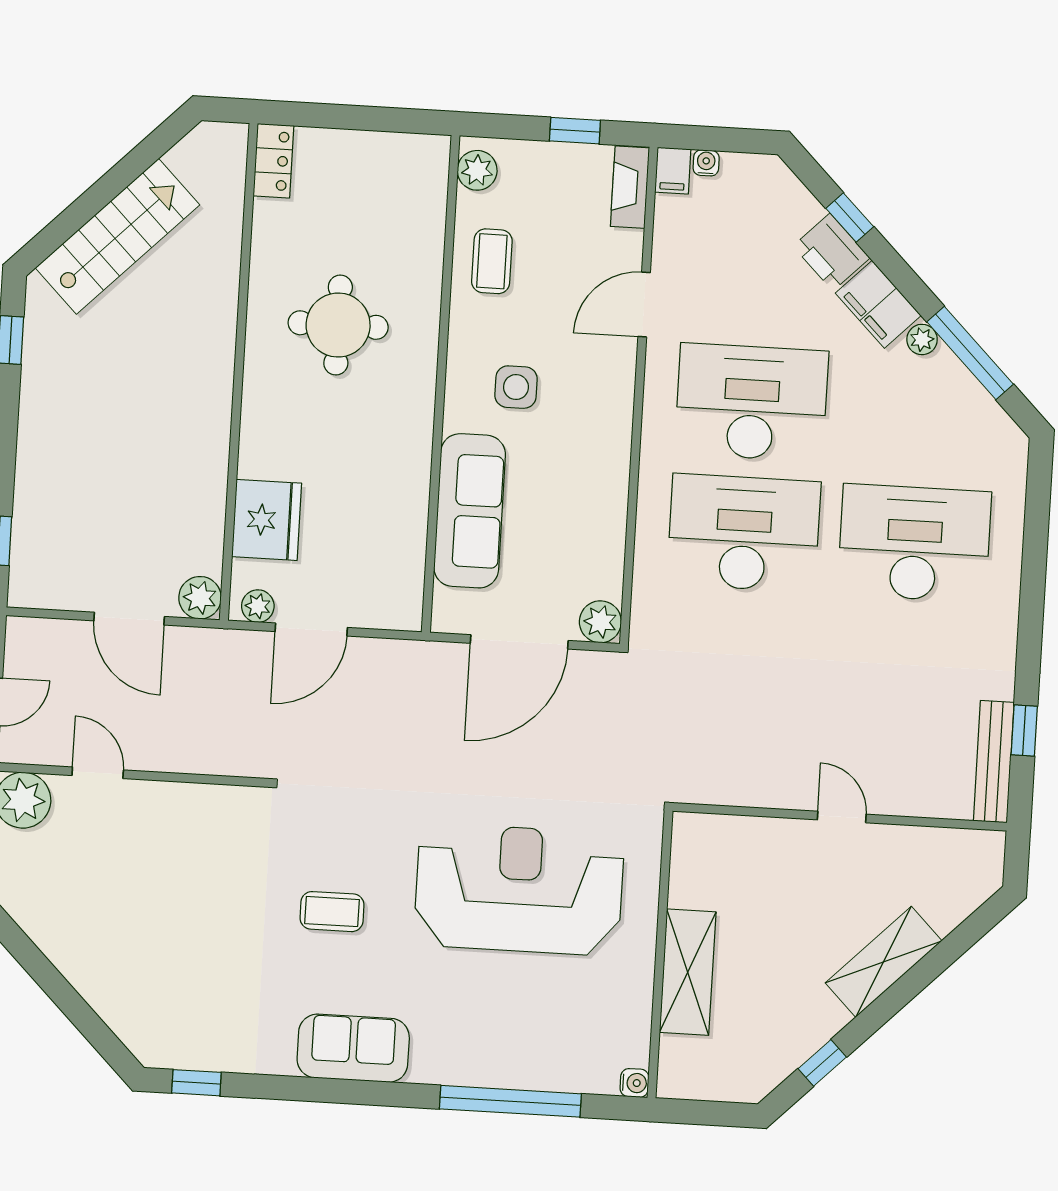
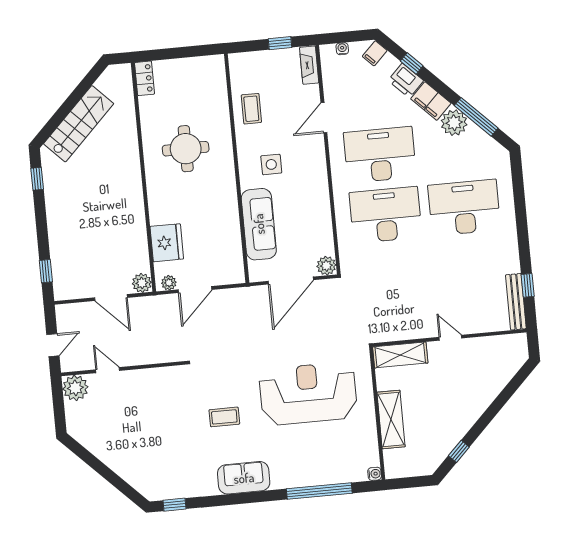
plant: (477, 170) -> (238, 68), removed
filing cabinet: (673, 171) -> (375, 53), moved, turned 45
plant: (922, 339) -> (454, 123), width x1.87, depth x1.87
shelving: (884, 962) -> (400, 355), moved, turned 45

